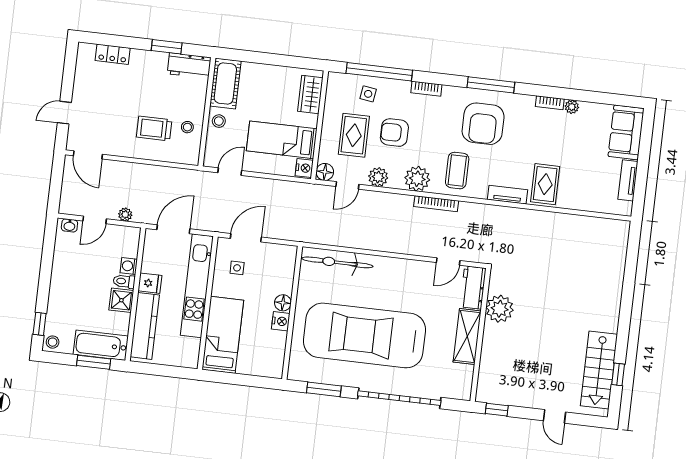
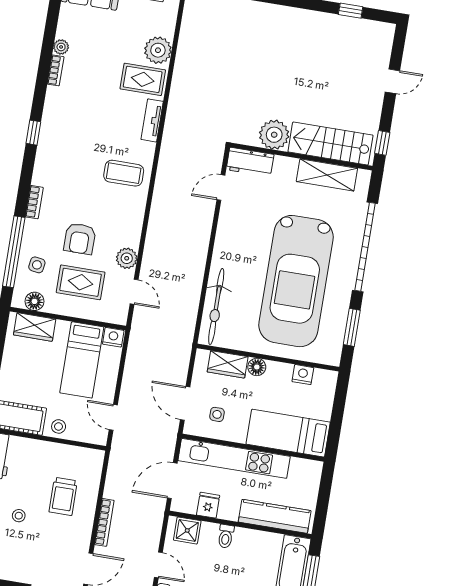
window: (491, 85) -> (33, 133), width x0.46
armchair: (483, 124) -> (75, 143), removed
stool: (187, 127) -> (19, 516), moved
floor lamp: (325, 172) -> (34, 301), moved
plant: (417, 179) -> (158, 50), moved
bookcase: (436, 204) -> (104, 522), moved
plant: (125, 215) -> (154, 532), removed
door: (173, 229) -> (172, 481), hinge flipped
door: (448, 262) -> (221, 187), swing flipped
washing machine: (129, 266) -> (209, 531), removed
wardrobe: (284, 276) -> (228, 364), added
fridge: (150, 283) -> (208, 505), moved
shower: (121, 300) -> (187, 530), moved
nightstand: (281, 321) -> (303, 375), moved
shelving: (467, 336) -> (327, 175), moved
stairs: (599, 370) -> (330, 144), moved, turned 180

